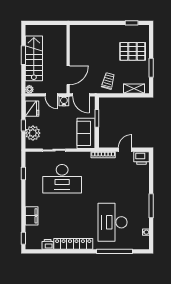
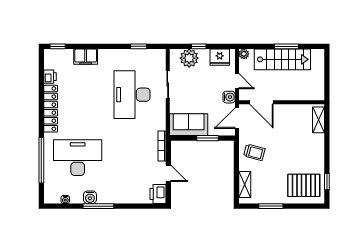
shelving: (82, 30) -> (318, 120), added
pallet: (133, 51) -> (304, 185), moved, turned 90
door: (51, 95) -> (237, 81), swing flipped
water cooler: (144, 212) -> (90, 197), added

